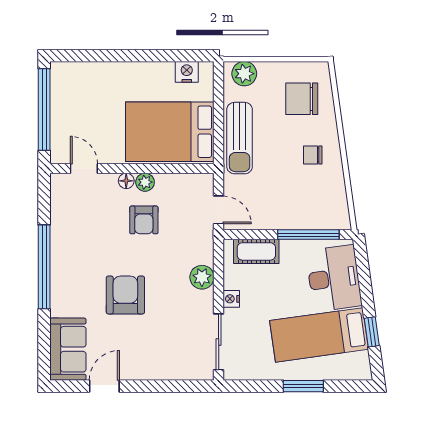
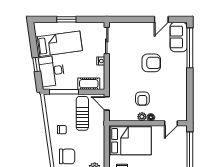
sun lounger: (240, 138) -> (82, 113), moved
door: (84, 168) -> (171, 123), hinge flipped
armchair: (144, 220) -> (142, 99), turned 180
window: (44, 267) -> (190, 48), moved
plant: (202, 277) -> (115, 71), removed
armchair: (125, 295) -> (151, 63), turned -90
window: (372, 332) -> (36, 65), moved

